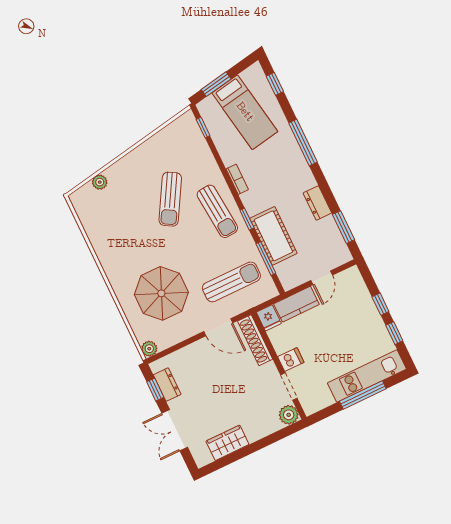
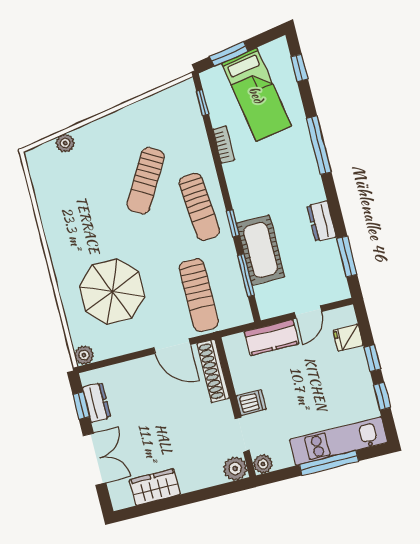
bookcase: (237, 179) -> (224, 145), moved
sun lounger: (231, 282) -> (199, 295), turned 90
fridge: (269, 318) -> (348, 338), moved, turned 90
plant: (310, 407) -> (263, 464), added
double door: (175, 430) -> (95, 459), swing flipped

